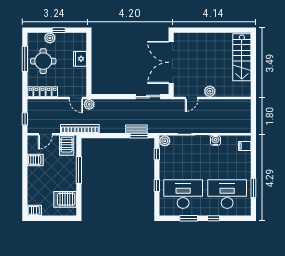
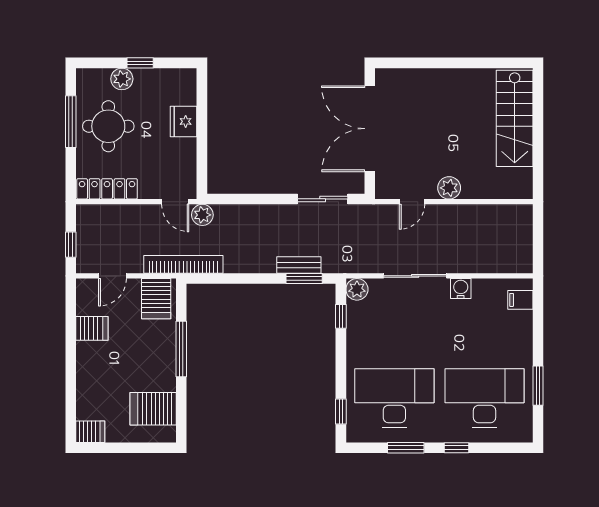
window: (157, 186) -> (341, 412), moved

